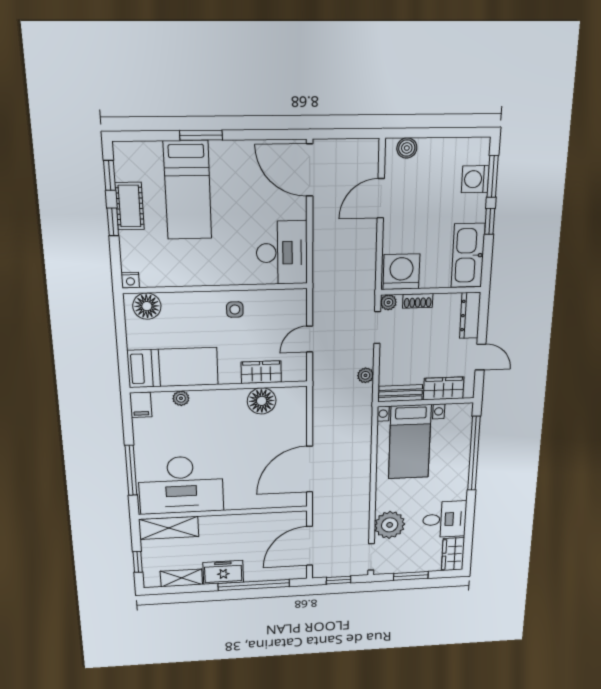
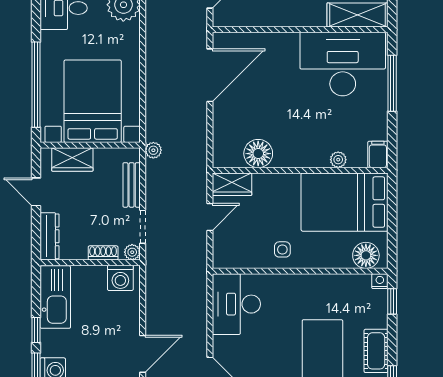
window: (113, 222) -> (392, 301), moved
washing machine: (401, 272) -> (120, 278), width x0.73, depth x0.73
bed: (173, 368) -> (345, 202), width x1.50
wardrobe: (261, 372) -> (232, 184), moved
plant: (365, 375) -> (153, 150), moved
bench: (400, 393) -> (132, 185), moved, turned 90
bed with nightstands: (410, 442) -> (93, 101), width x1.36

